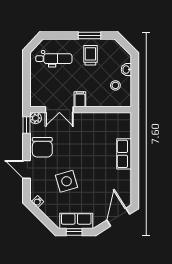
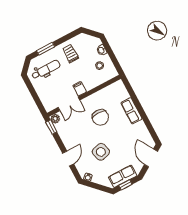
window: (89, 35) -> (46, 49), moved
chair: (42, 147) -> (100, 117), moved
door: (27, 169) -> (68, 159), swing flipped

